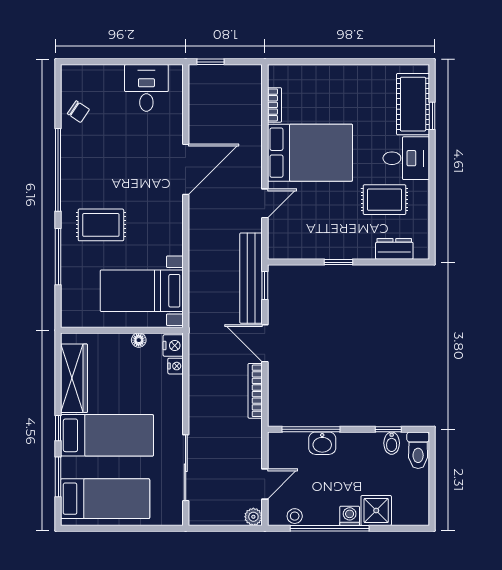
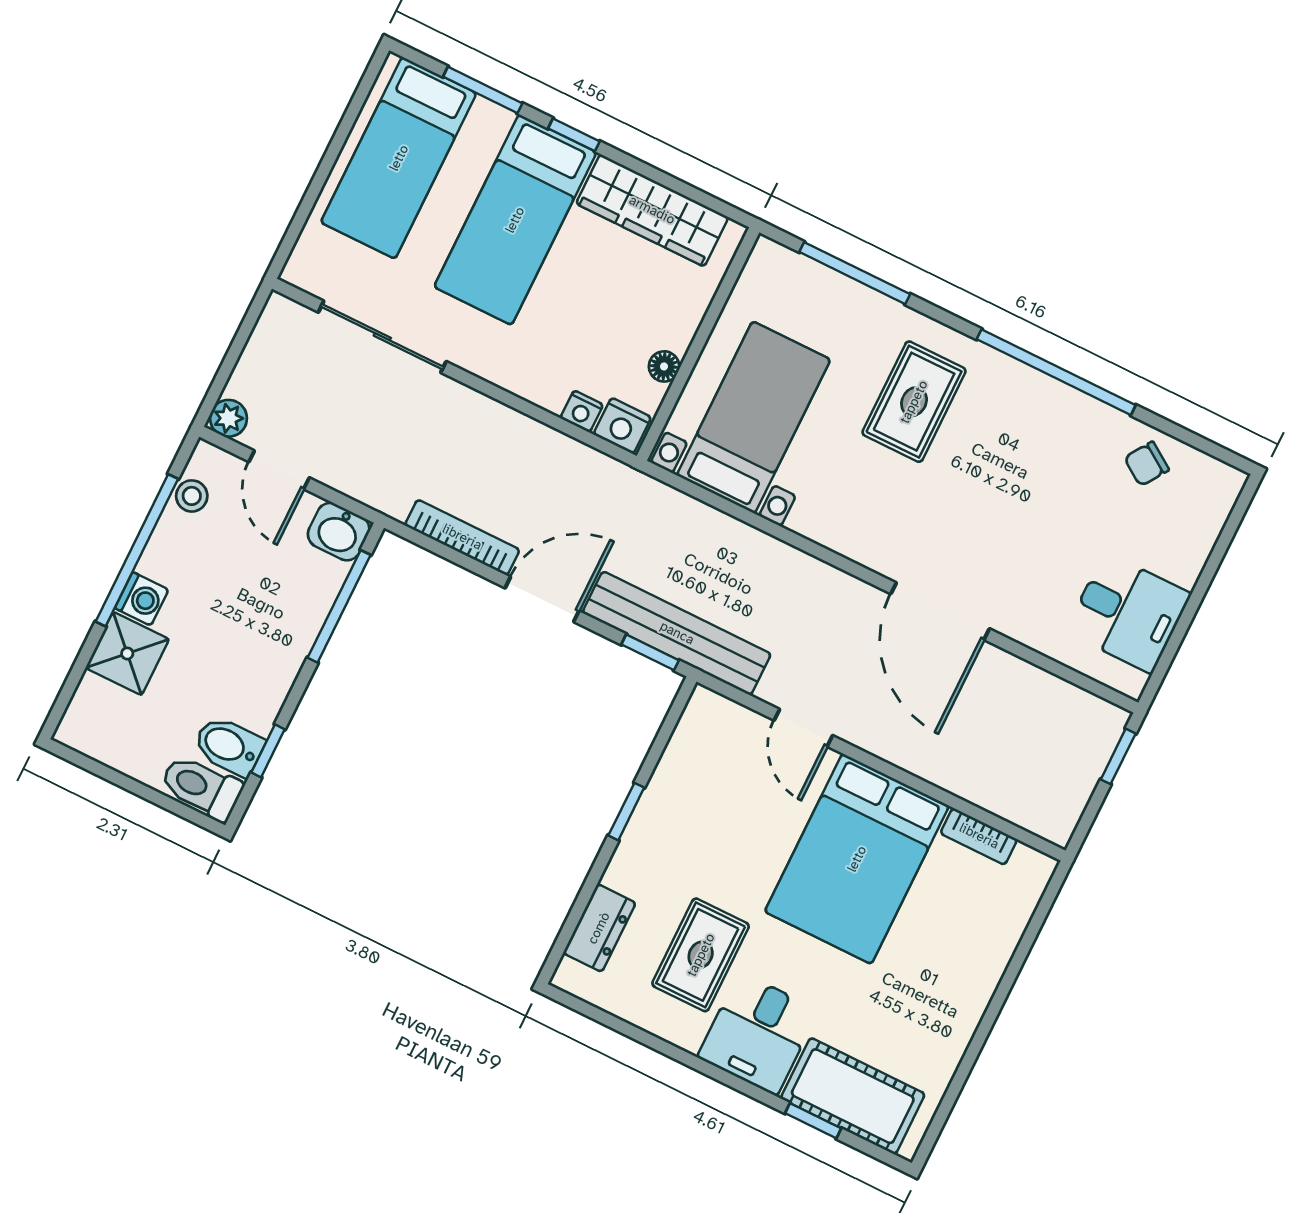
window: (58, 257) -> (855, 273), moved
washbasin: (322, 443) -> (339, 532), moved, turned -90
bidet: (392, 443) -> (229, 746), width x1.38, depth x1.36

